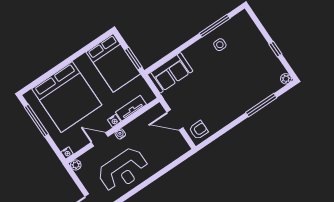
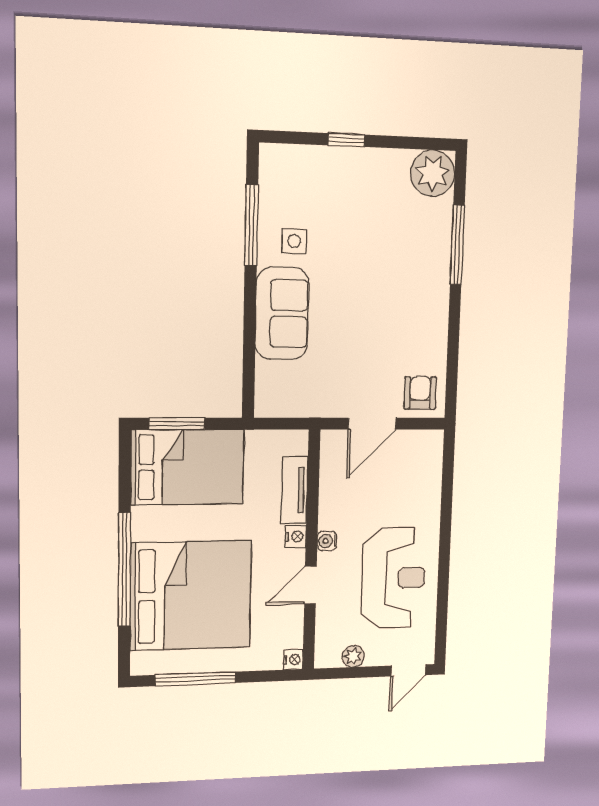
window: (275, 49) -> (346, 140), moved
window: (133, 58) -> (177, 424), moved
window: (61, 66) -> (124, 570), added
sofa: (170, 73) -> (282, 313), moved
plant: (286, 79) -> (433, 173), width x1.88, depth x1.88
plant: (76, 165) -> (353, 656), moved

